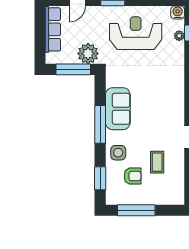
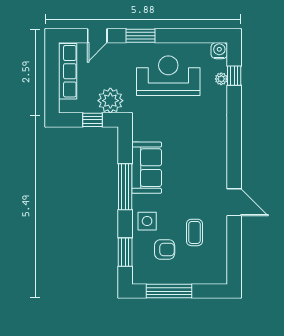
window: (73, 69) -> (93, 120), width x0.46

